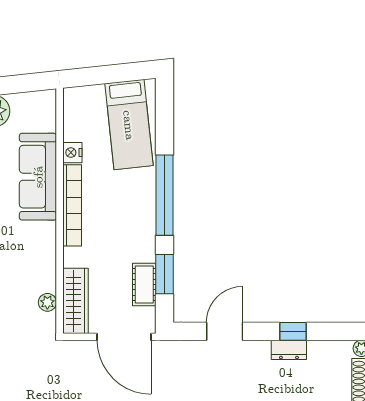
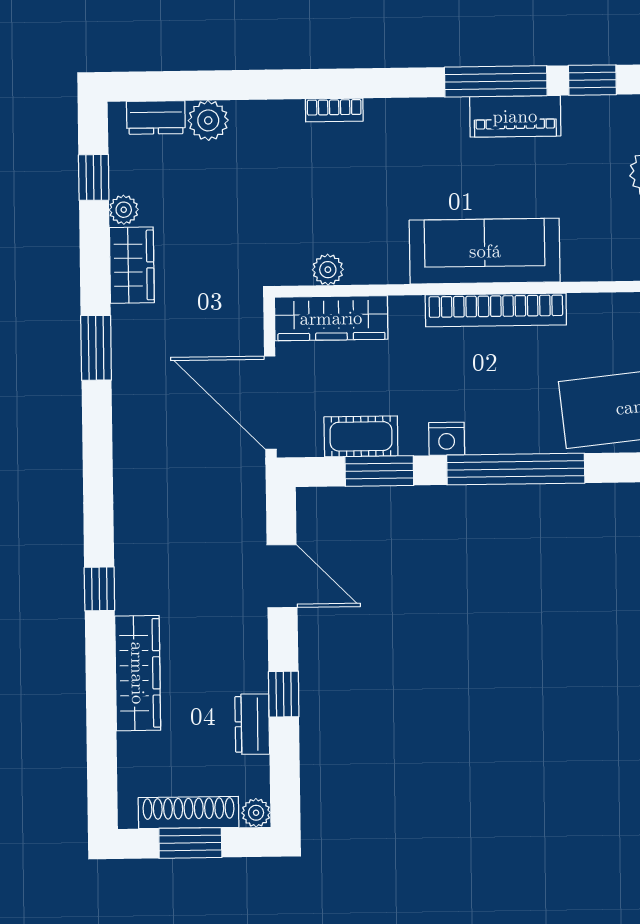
nightstand: (72, 153) -> (447, 439), moved, turned 180
sofa: (38, 177) -> (485, 251), moved
door: (124, 337) -> (270, 403), hinge flipped
dresser: (289, 350) -> (252, 724), moved

